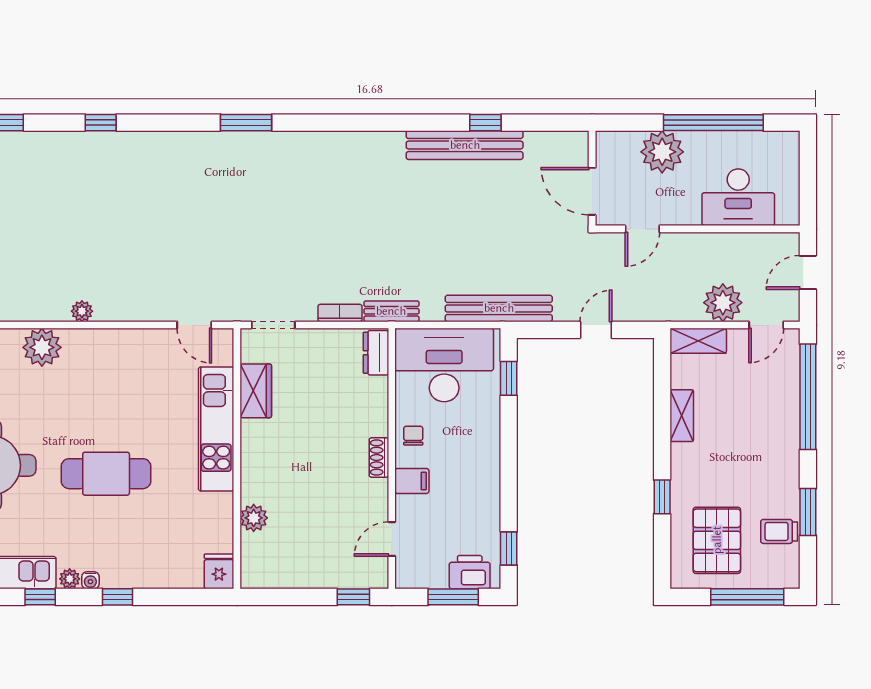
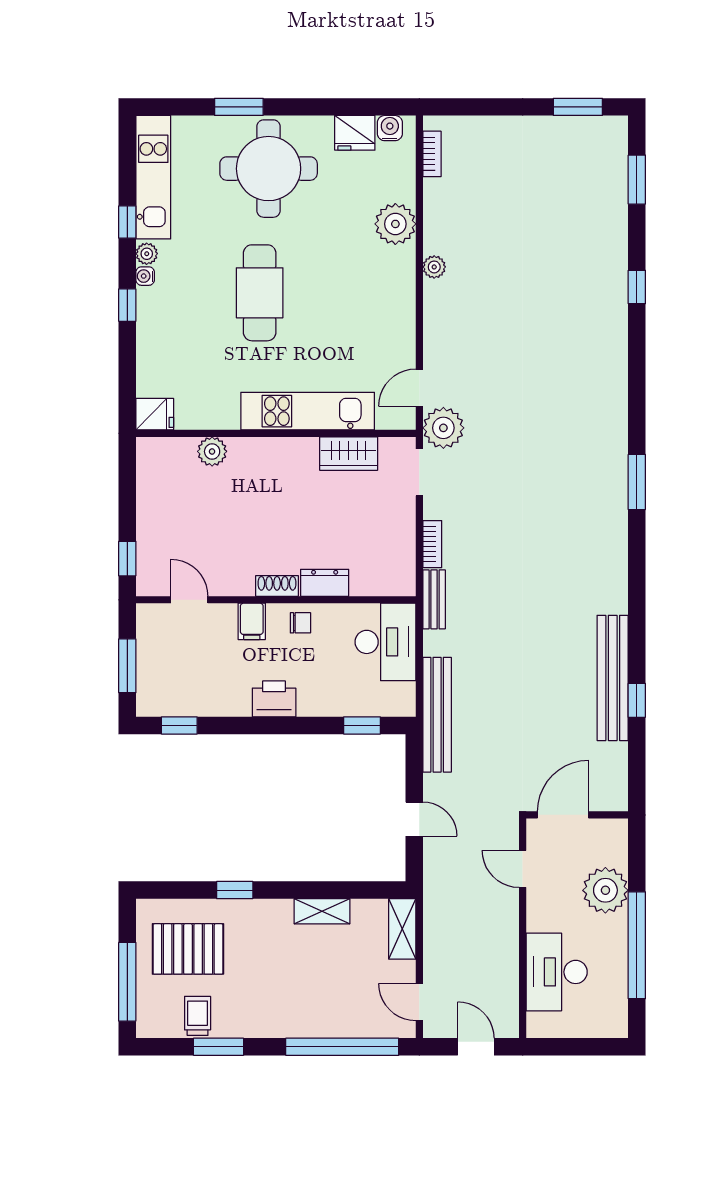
window: (246, 123) -> (637, 482), moved
plant: (723, 303) -> (443, 428), moved
dresser: (376, 353) -> (325, 583), moved
desk: (444, 365) -> (385, 642), width x0.73, depth x0.77
printer: (470, 572) -> (274, 699), moved, turned -90

